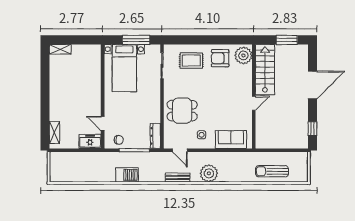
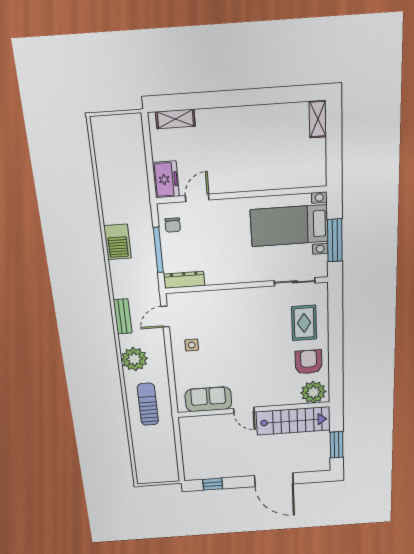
dining table: (182, 111) -> (227, 316), removed
sofa: (231, 140) -> (208, 399), moved, turned -90
sun lounger: (272, 171) -> (148, 404), moved

